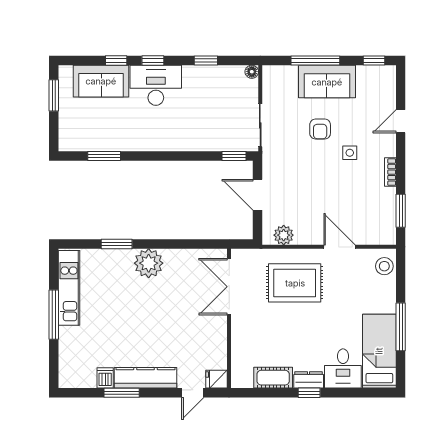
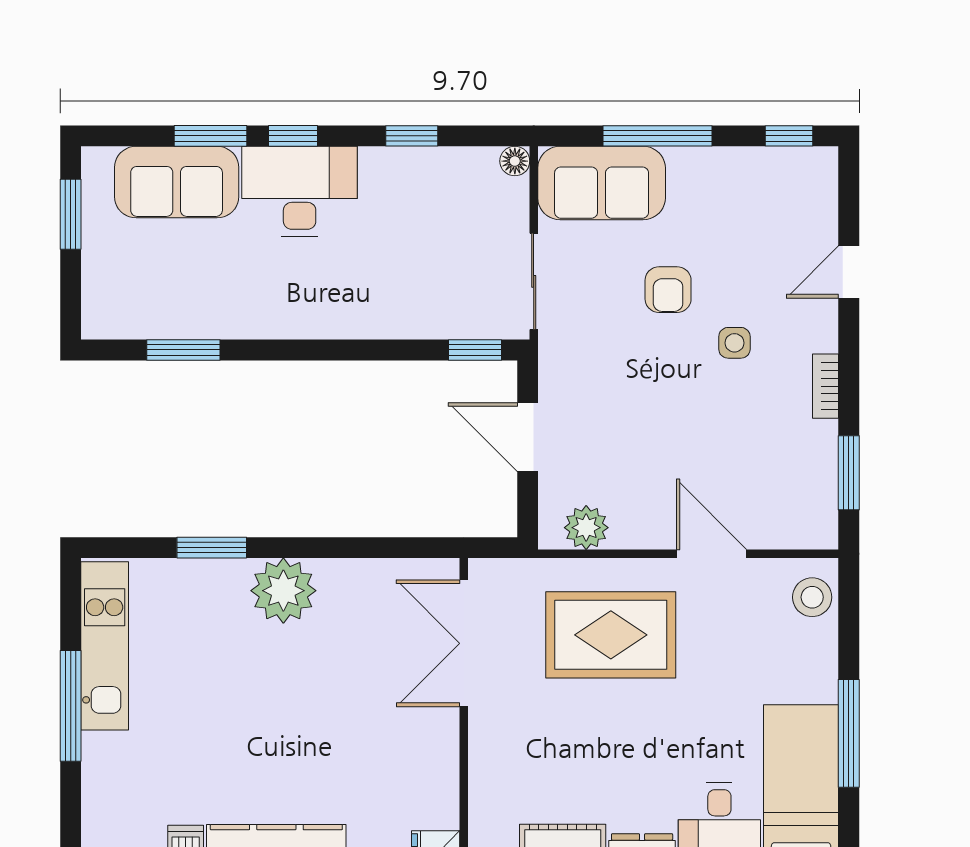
window: (116, 61) -> (211, 136), width x1.50
sofa: (327, 82) -> (602, 183), moved

